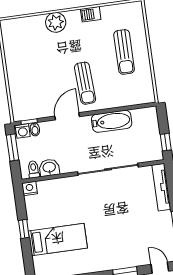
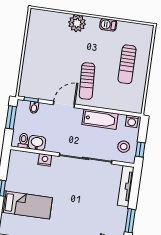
washing machine: (23, 131) -> (132, 121), moved
stool: (146, 144) -> (124, 147), added
nightstand: (30, 189) -> (45, 160), moved

